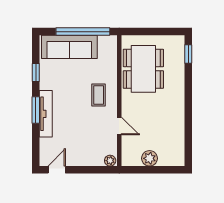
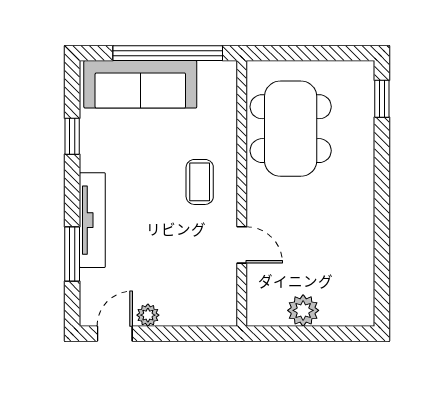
window: (36, 110) -> (72, 254), moved
plant: (110, 161) -> (148, 315), moved

